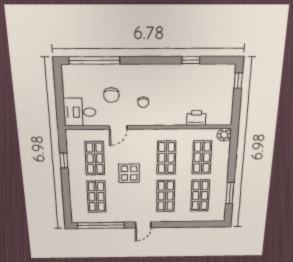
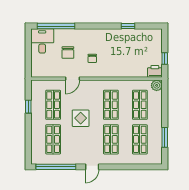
window: (238, 81) -> (165, 58), moved
desk: (80, 112) -> (42, 41), moved, turned 90
printer: (196, 118) -> (155, 71), moved

